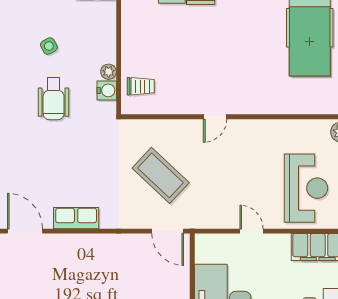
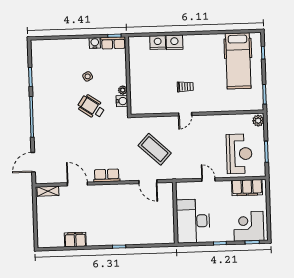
trolley: (141, 86) -> (185, 87), moved
wheelchair: (54, 99) -> (91, 107), turned 124
door: (168, 231) -> (148, 182), moved

